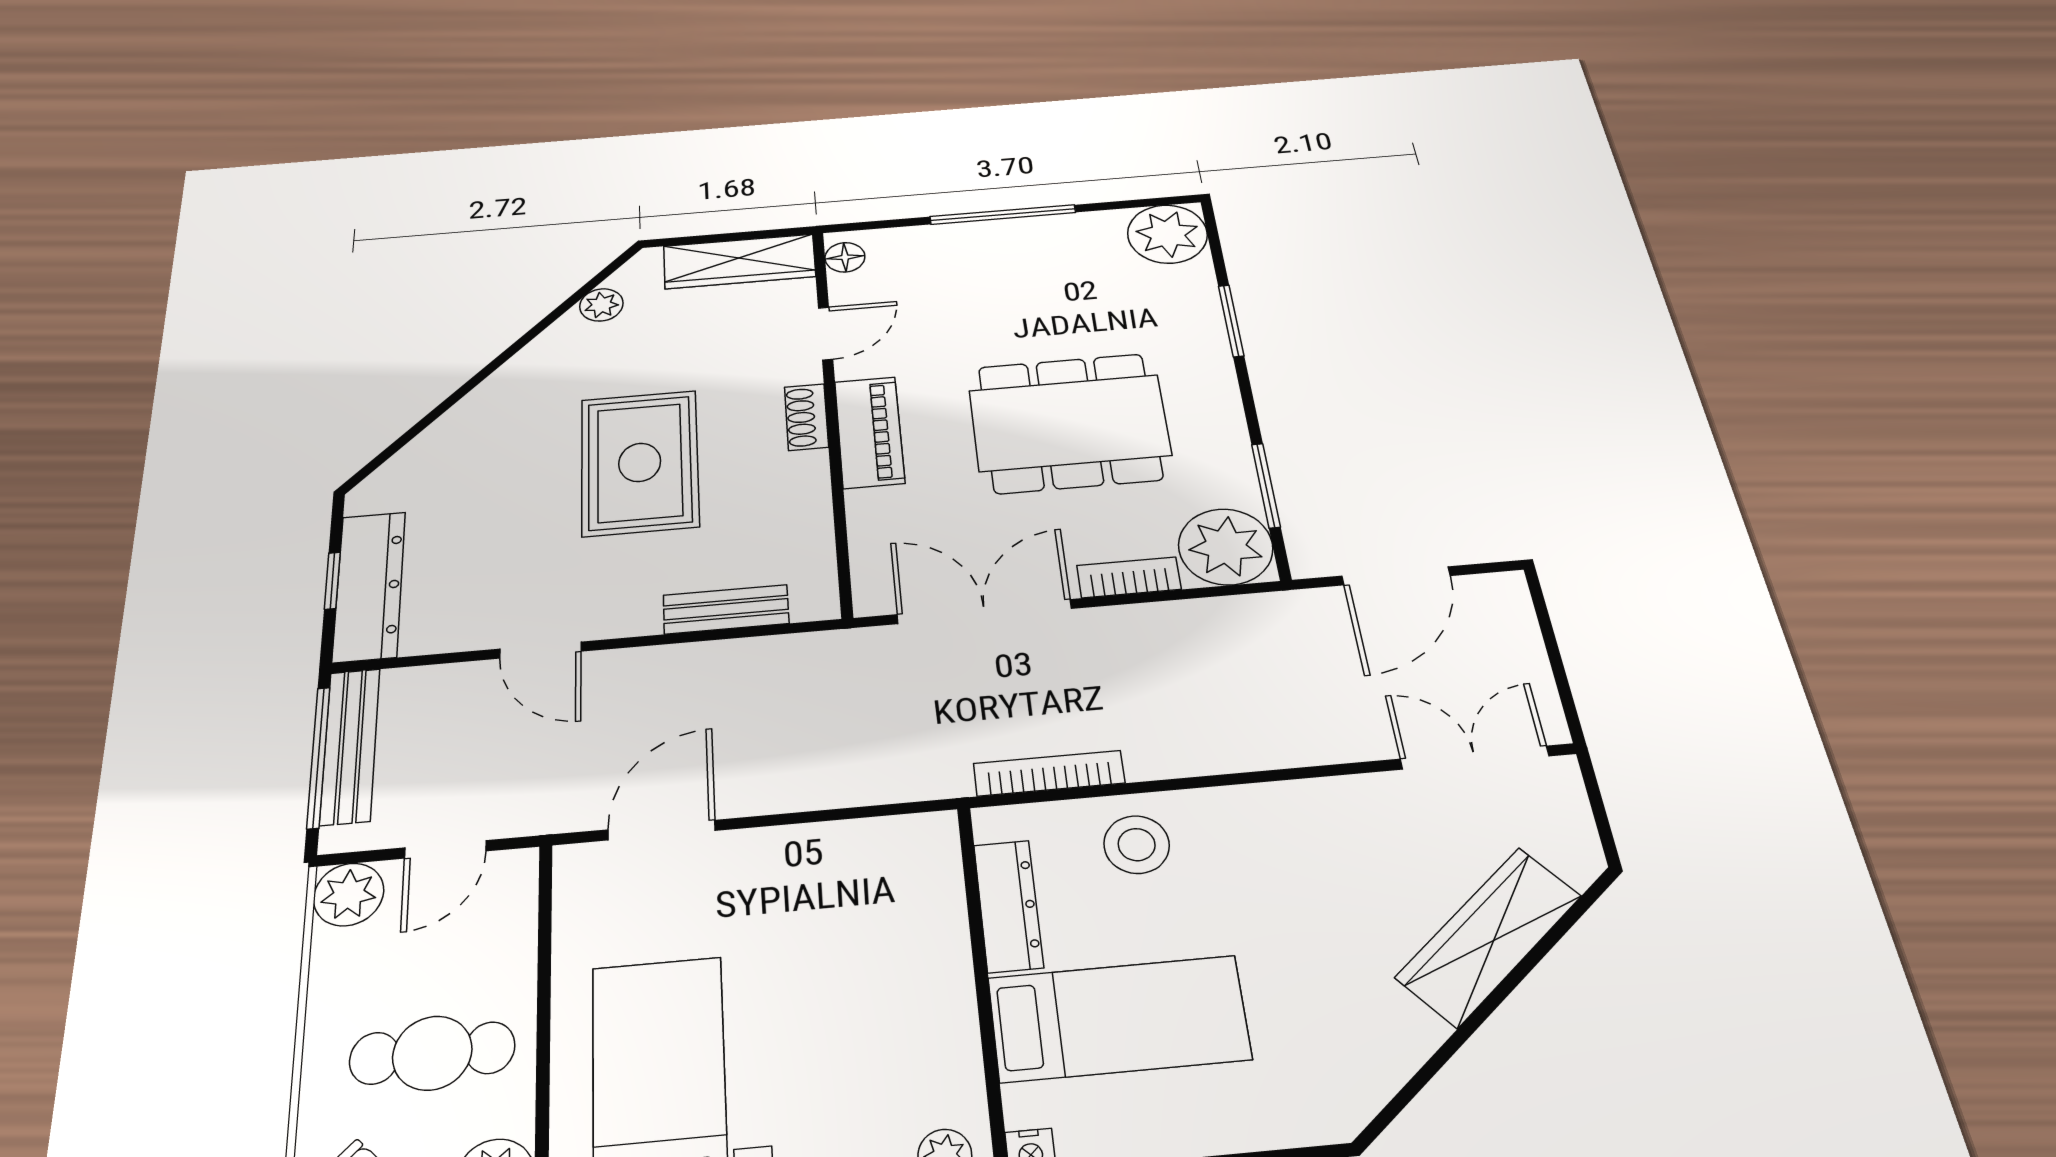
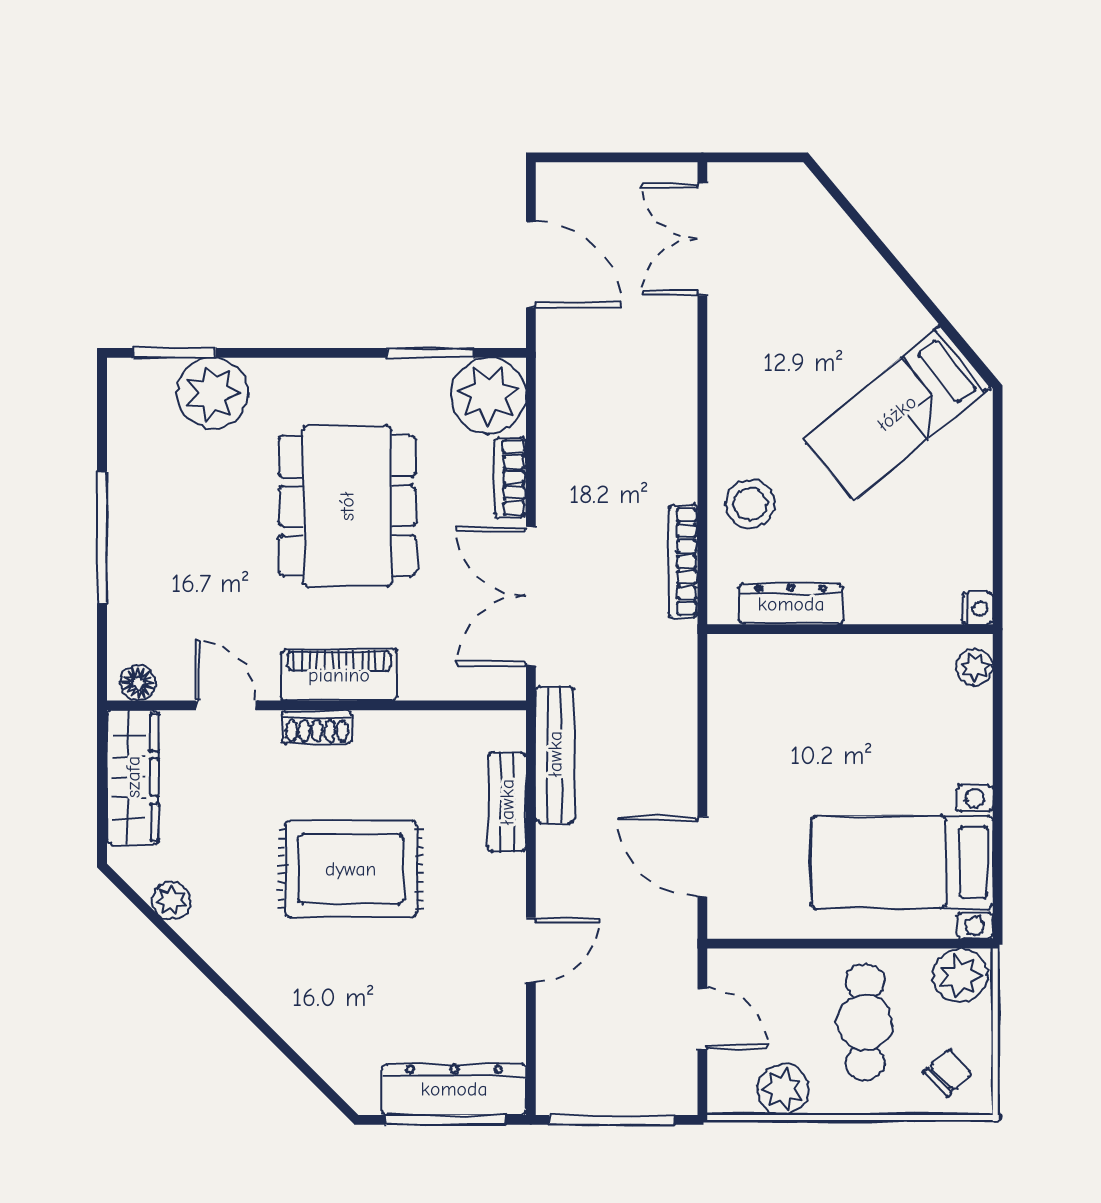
plant: (1167, 234) -> (213, 393), moved
window: (1231, 321) -> (175, 353), moved
window: (332, 581) -> (446, 1120), width x2.17
bench: (350, 746) -> (555, 754), moved, turned 90
plant: (349, 894) -> (783, 1089), moved
wardrobe: (1489, 936) -> (850, 261), removed
bed: (1119, 1019) -> (897, 413), moved, turned -130

